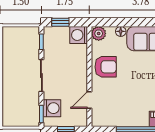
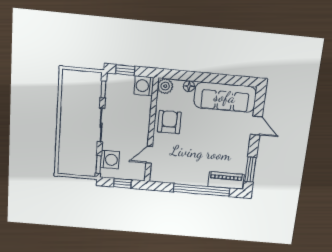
armchair: (106, 67) -> (169, 122), turned -90

